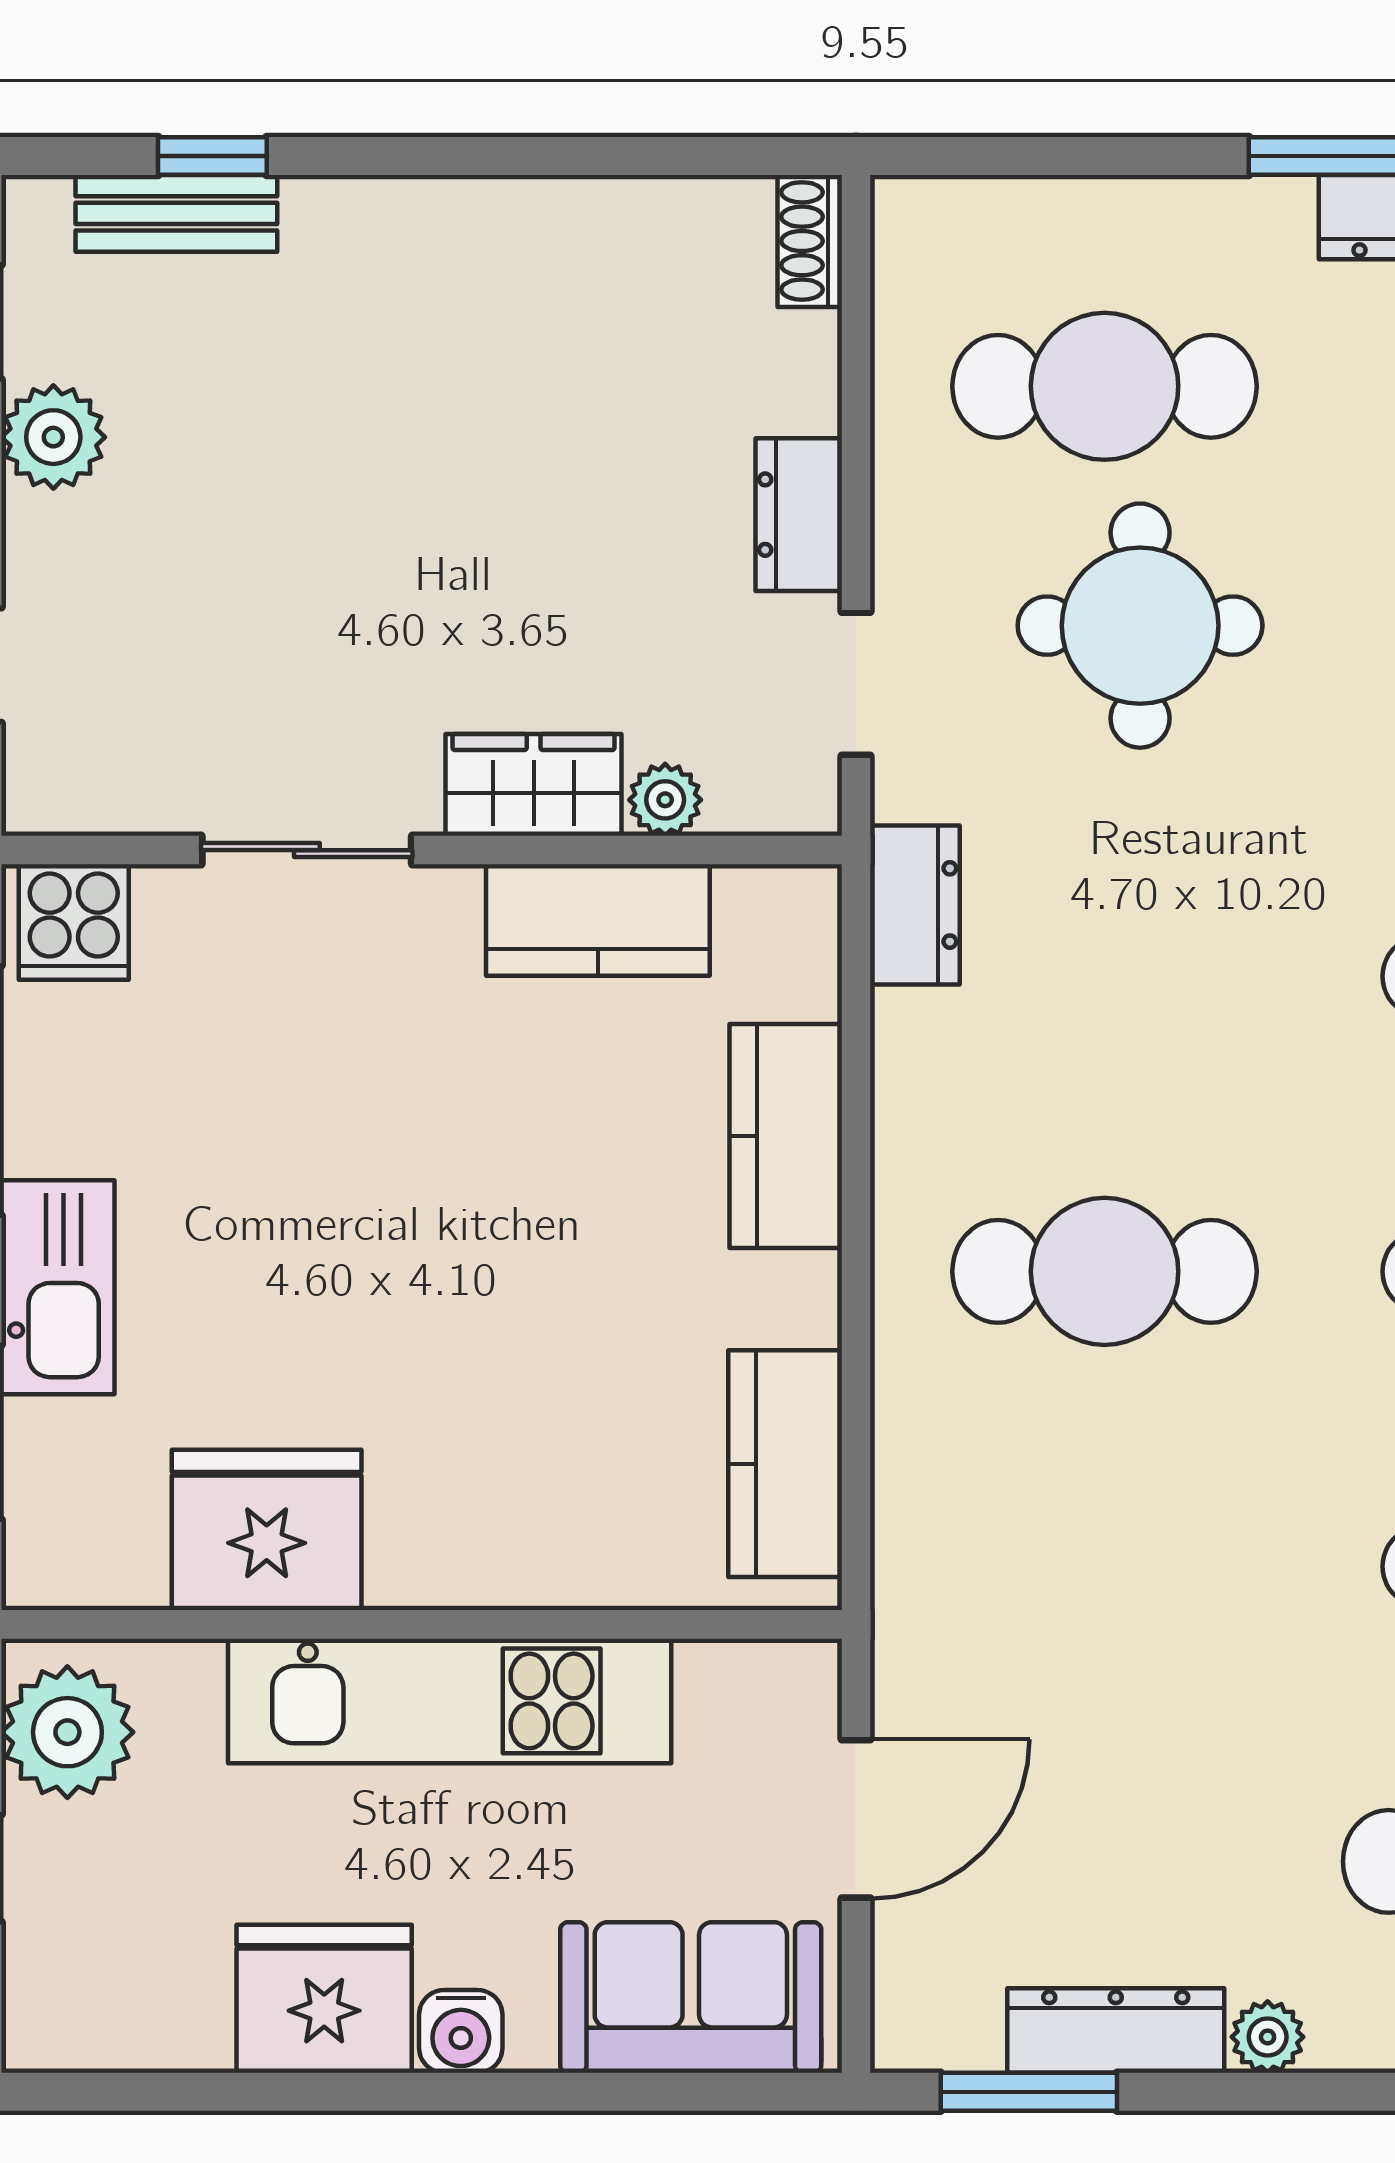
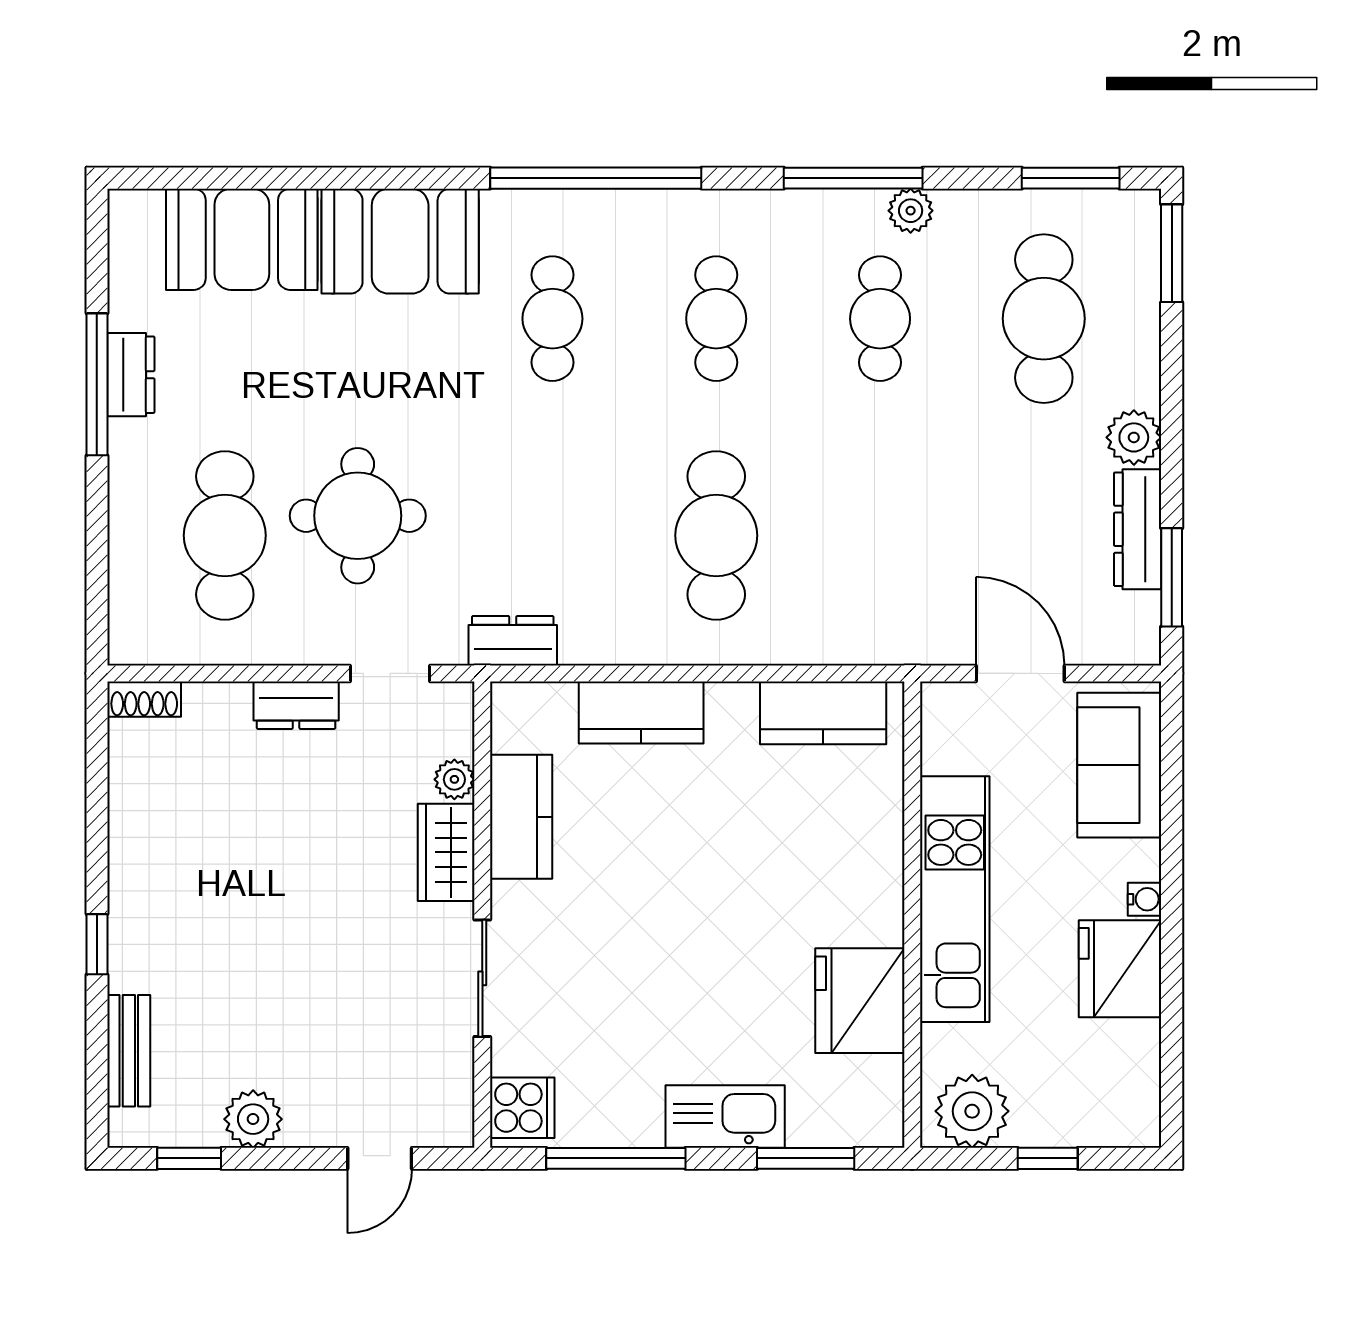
window: (212, 156) -> (97, 944), moved
water cooler: (461, 2031) -> (1145, 899), width x0.72, depth x0.72
plant: (1268, 2037) -> (1134, 437), width x1.38, depth x1.38

